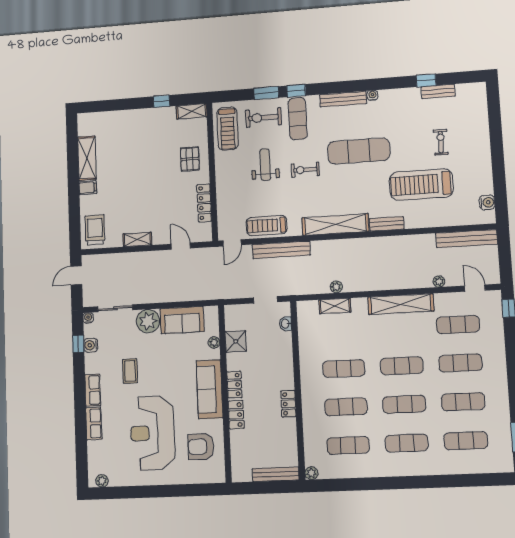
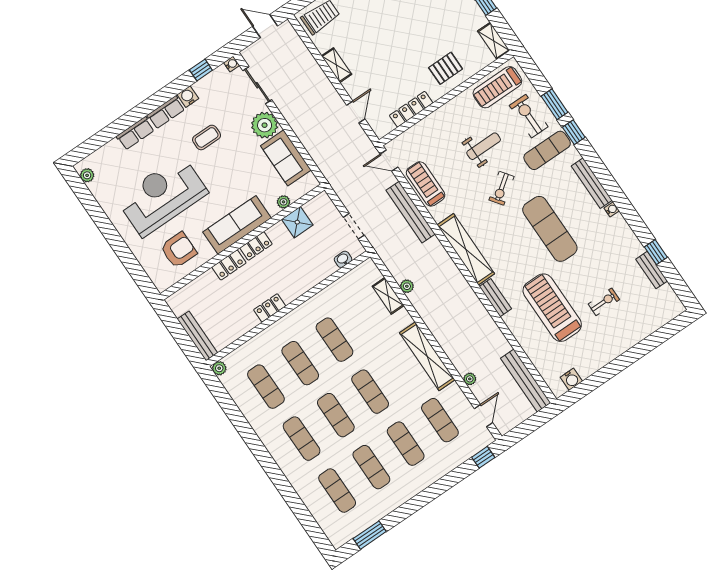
exercise bike: (305, 170) -> (501, 188), turned -126
water cooler: (91, 345) -> (188, 97), moved
armchair: (201, 447) -> (179, 250), turned 90

